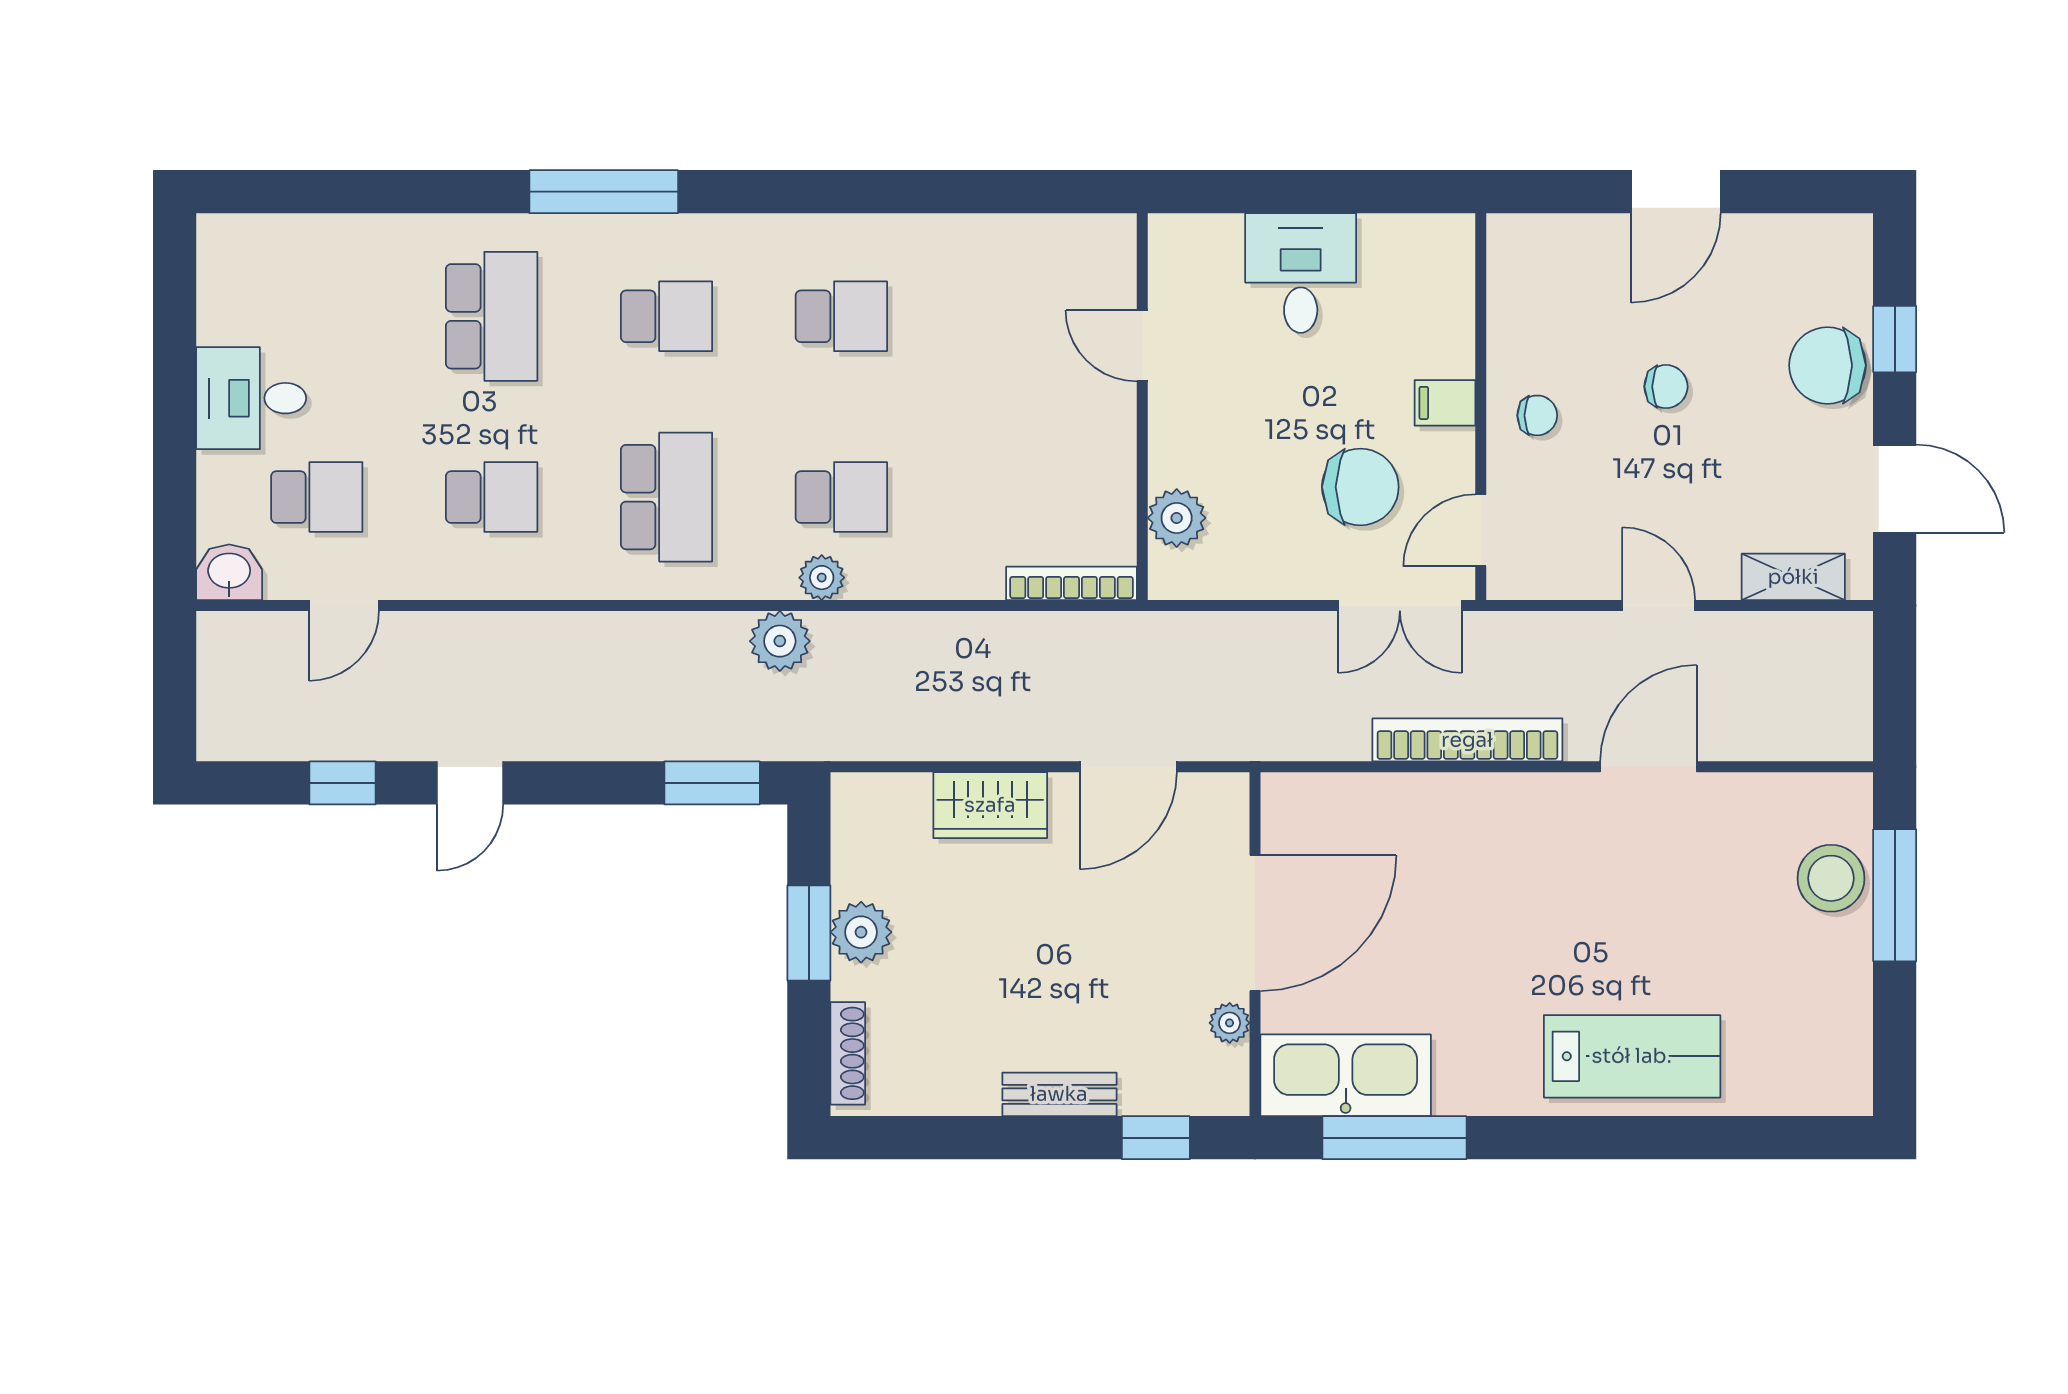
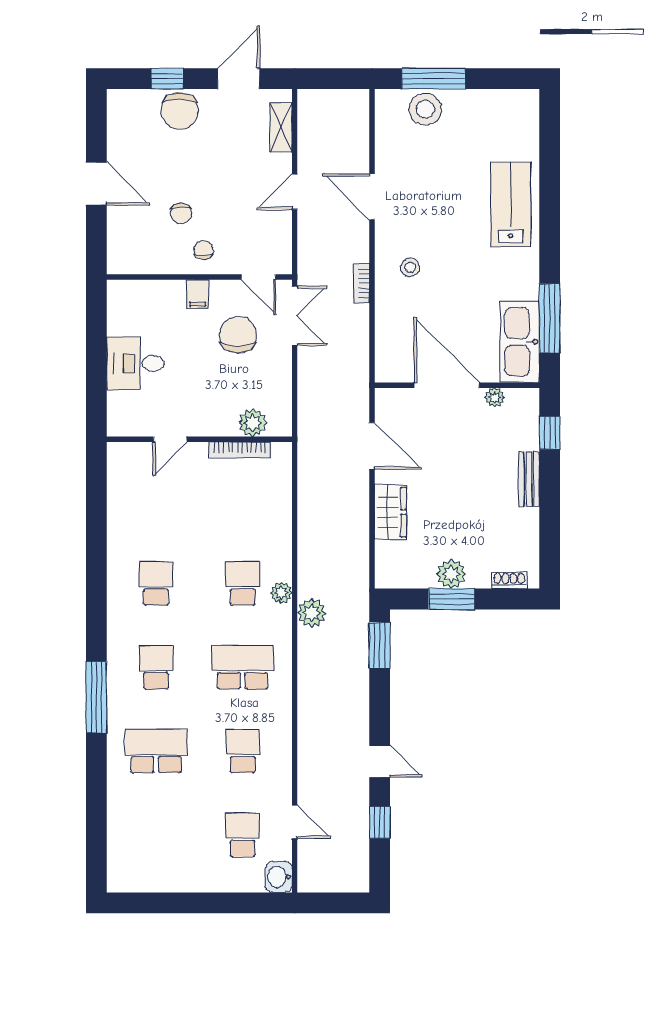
chair: (1666, 387) -> (181, 213), moved, turned 180
desk: (251, 398) -> (195, 866), removed
bookcase: (1071, 583) -> (240, 450), moved, turned -90
bookcase: (1467, 740) -> (361, 283), width x0.43, depth x0.76
stool: (1501, 847) -> (410, 267), added
shoe rack: (848, 1053) -> (509, 580), width x0.70

